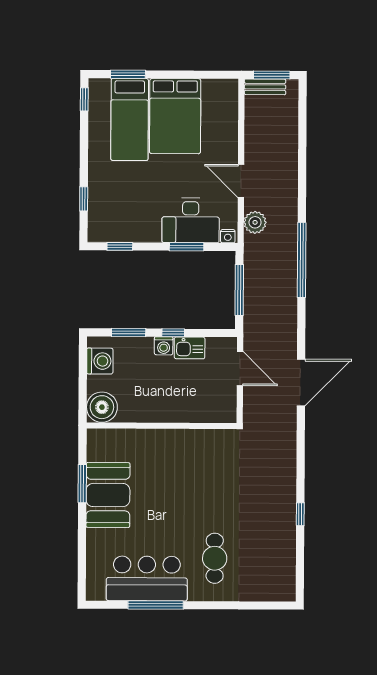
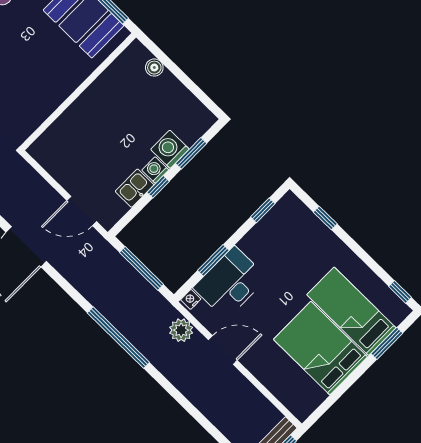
washing machine: (100, 361) -> (170, 149), moved, turned 90
boiler: (102, 407) -> (154, 68), width x0.54, depth x0.54
wall: (162, 426) -> (78, 92), moved

